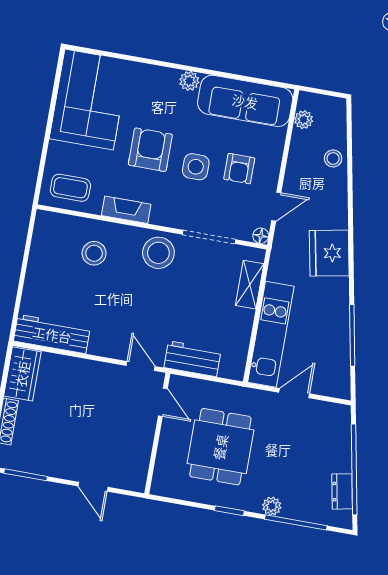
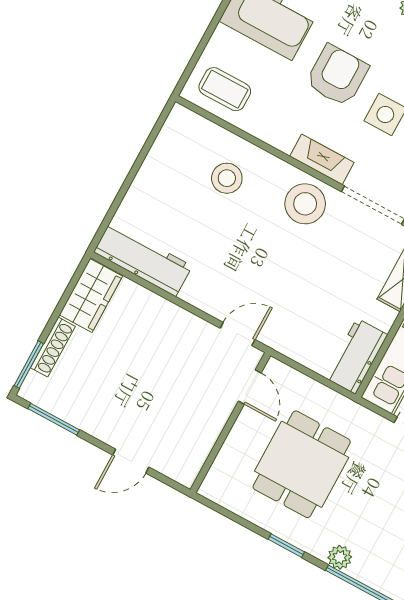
fireplace: (126, 210) -> (322, 159), moved
workbench: (193, 359) -> (356, 356), moved, turned -90
door: (141, 366) -> (238, 334), hinge flipped
door: (93, 487) -> (131, 461), hinge flipped

